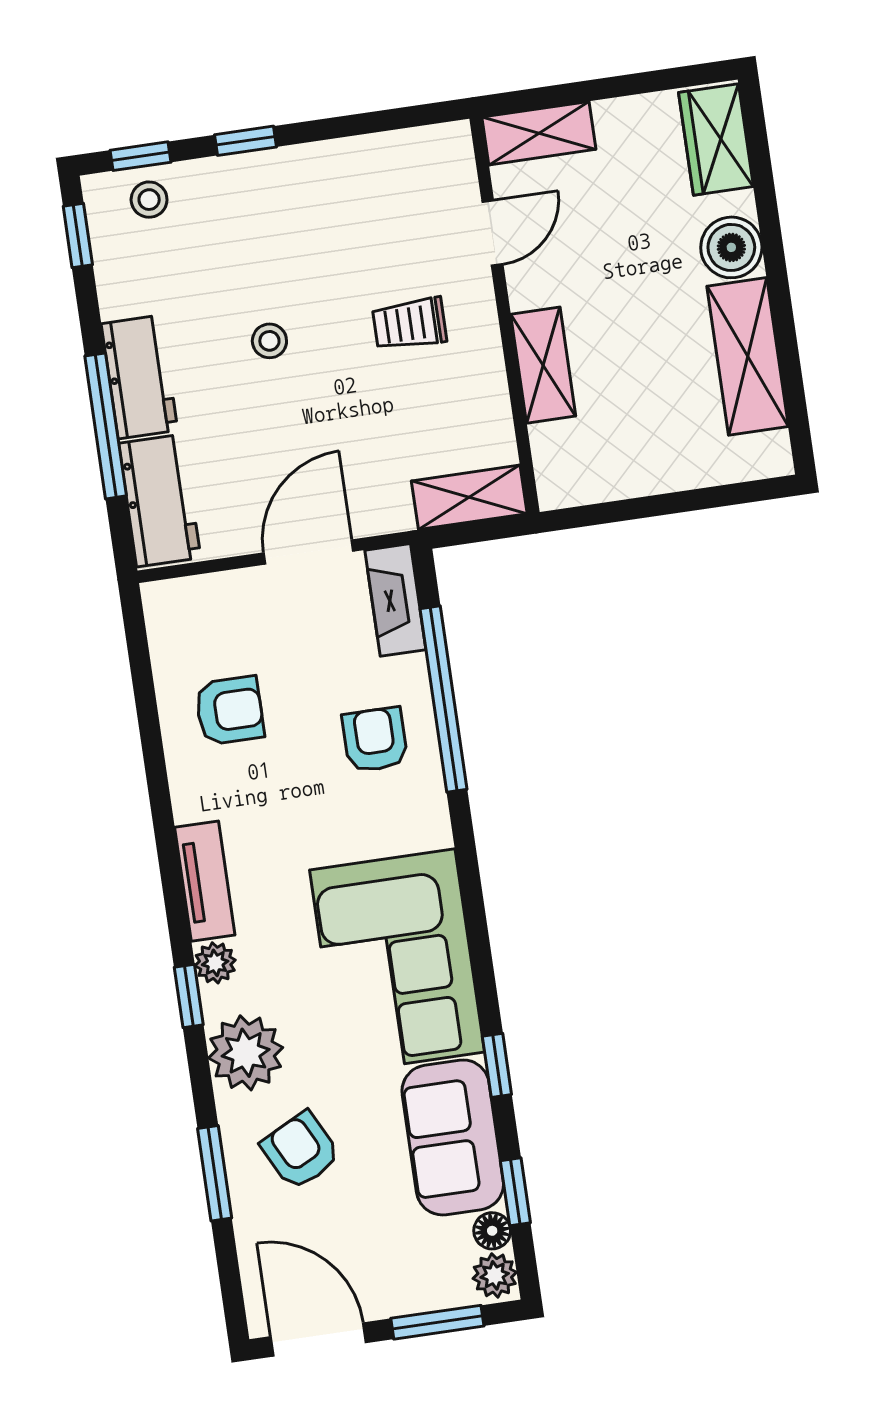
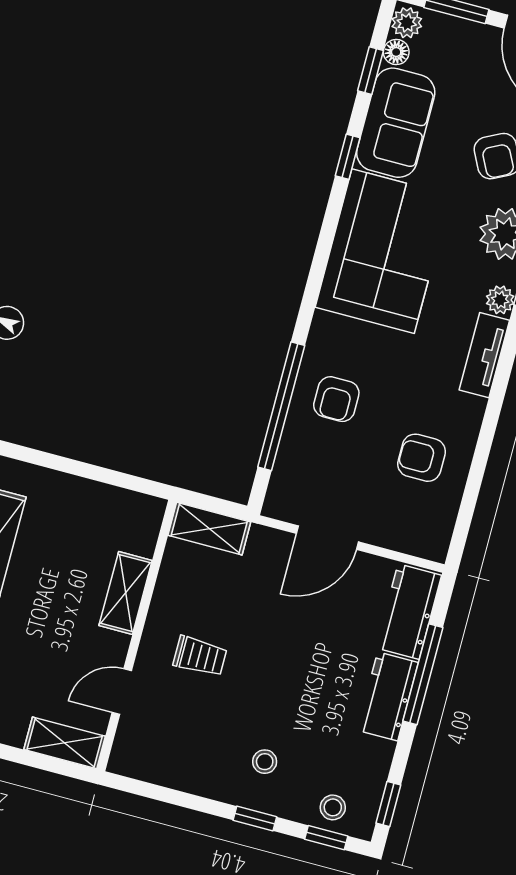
stool: (269, 341) -> (265, 762), moved
fireplace: (395, 600) -> (285, 483), removed

